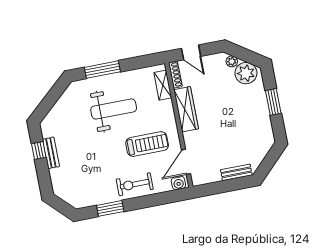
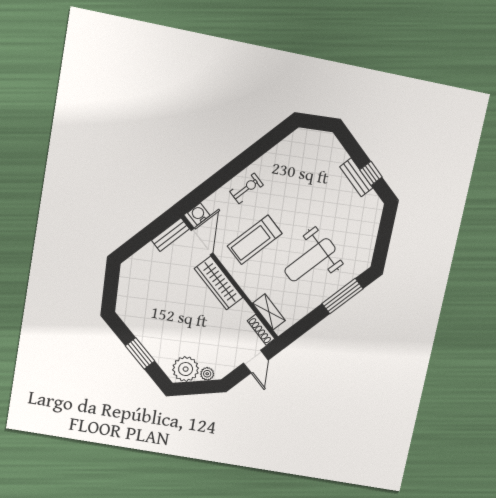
door: (191, 52) -> (256, 362), swing flipped
wardrobe: (186, 109) -> (219, 283), moved
bench: (236, 172) -> (170, 235), moved
exercise bike: (135, 184) -> (247, 188), width x0.73, depth x0.72
window: (110, 208) -> (261, 147), removed

